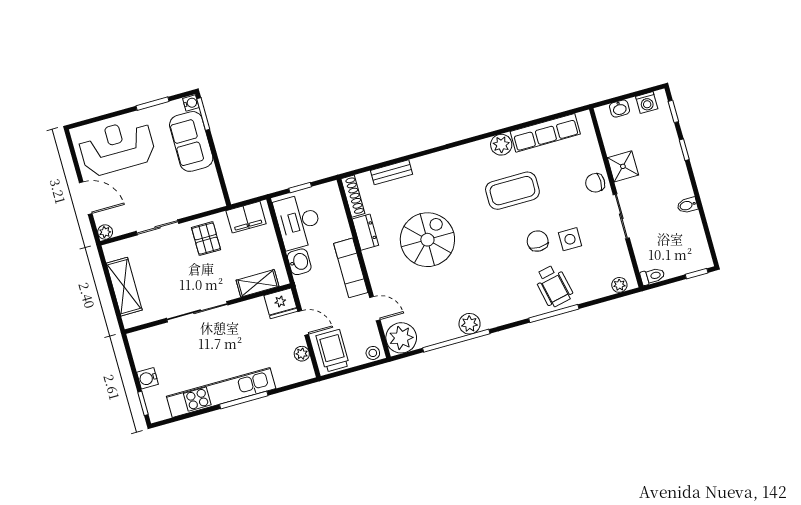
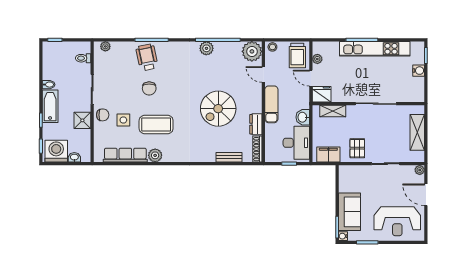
washing machine: (647, 103) -> (56, 151), width x1.89, depth x1.89
bathtub: (676, 174) -> (50, 106), added
side table: (570, 239) -> (123, 120), moved
toilet: (652, 276) -> (83, 58), moved

